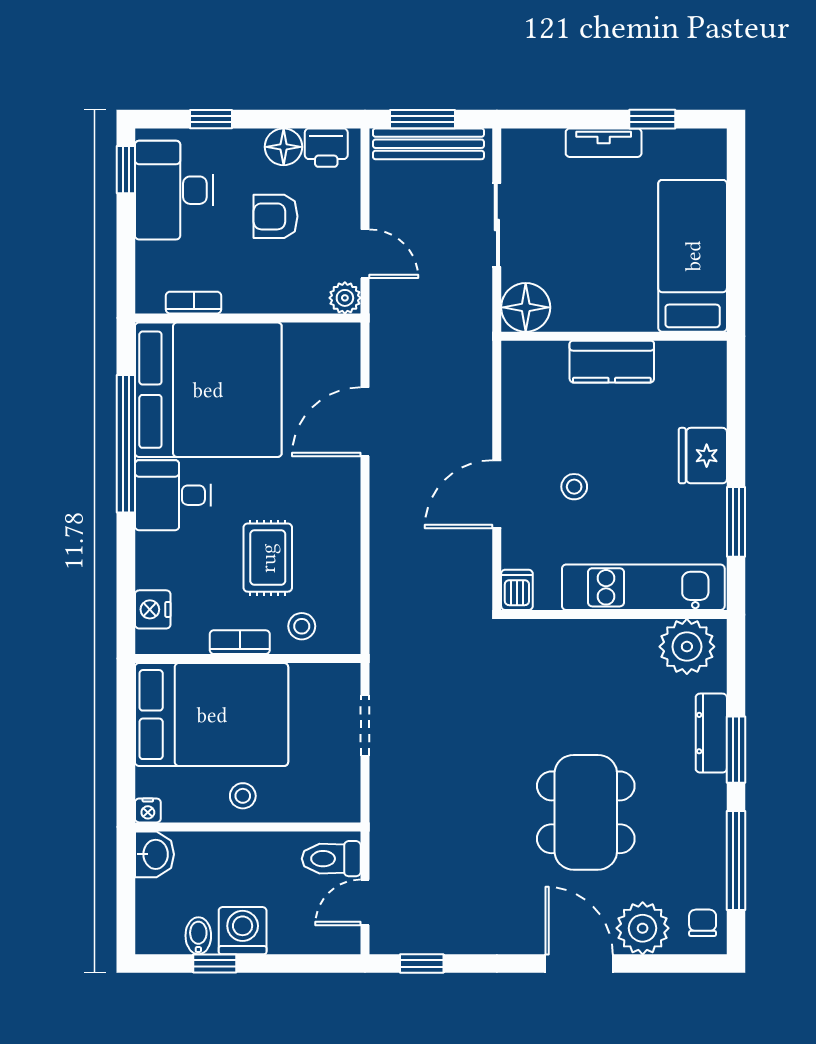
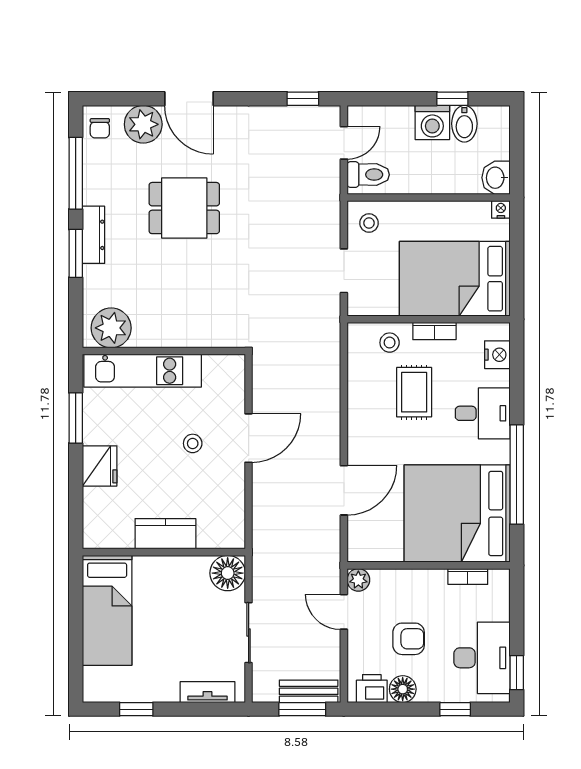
tv unit: (604, 143) -> (207, 692), moved
bench: (428, 144) -> (309, 691), width x0.73
desk: (173, 495) -> (483, 413), moved
dishwasher: (517, 590) -> (234, 369), removed
dresser: (711, 733) -> (94, 235), moved
stool: (243, 796) -> (369, 223), moved
dining table: (586, 812) -> (184, 208), width x0.73
bidet: (198, 936) -> (464, 124), width x1.38, depth x1.36

